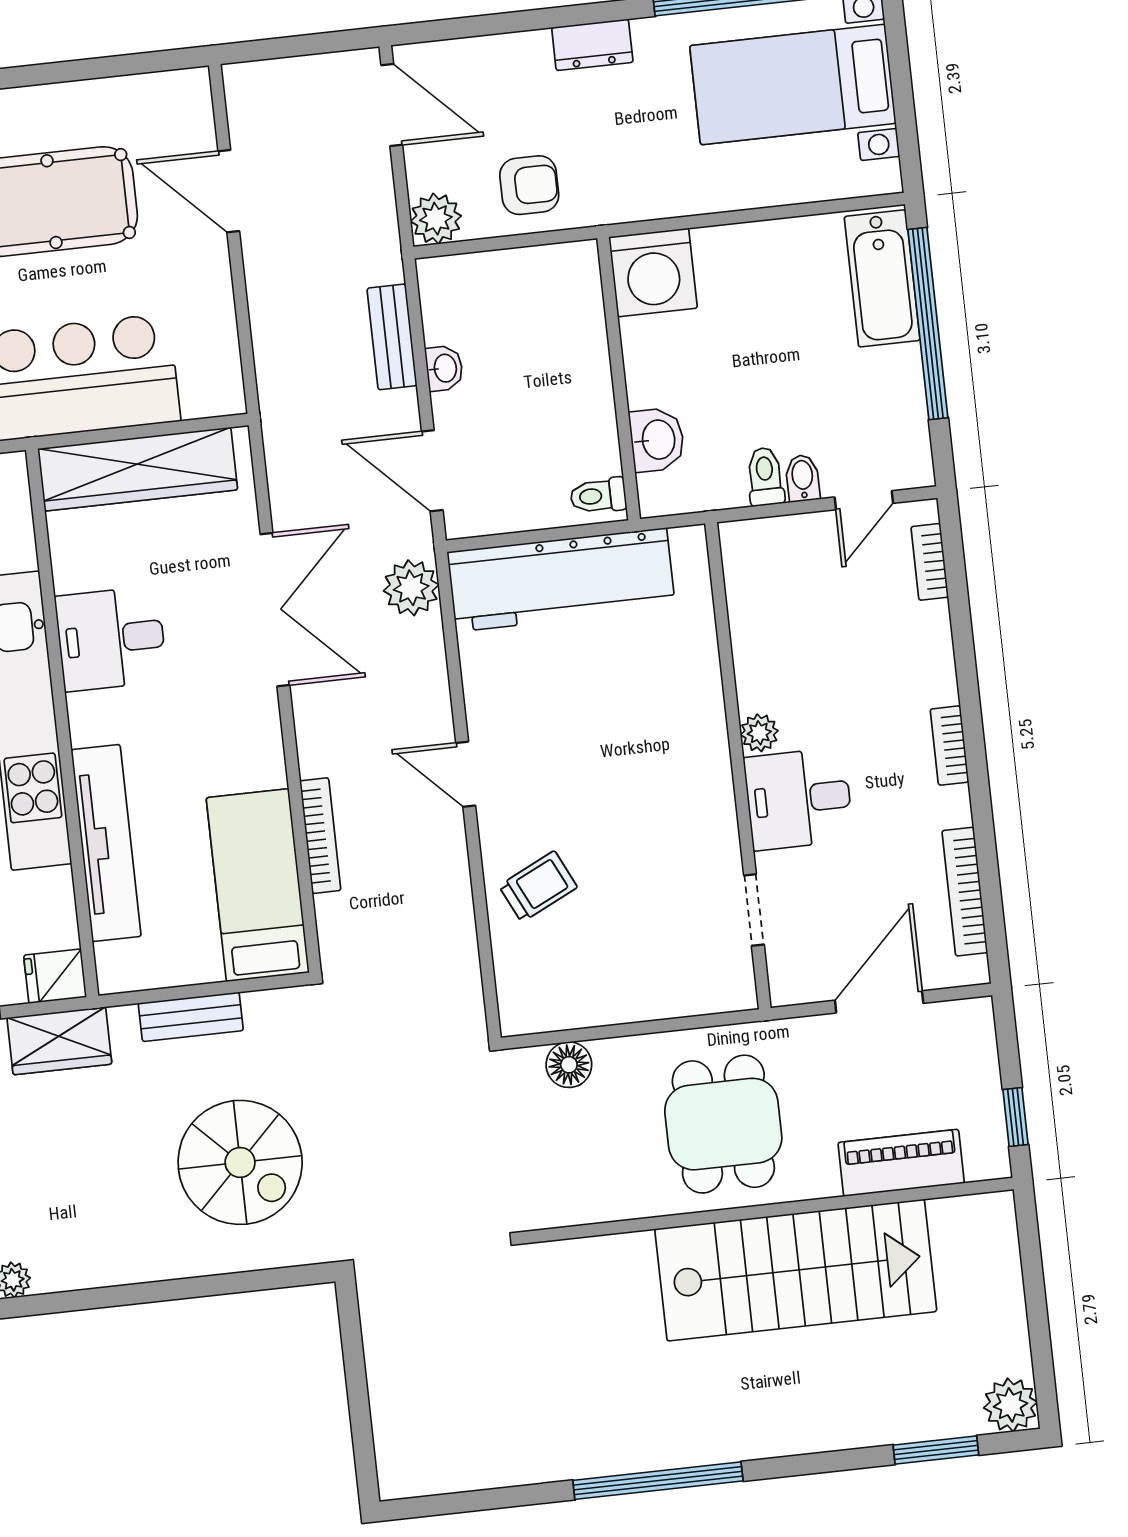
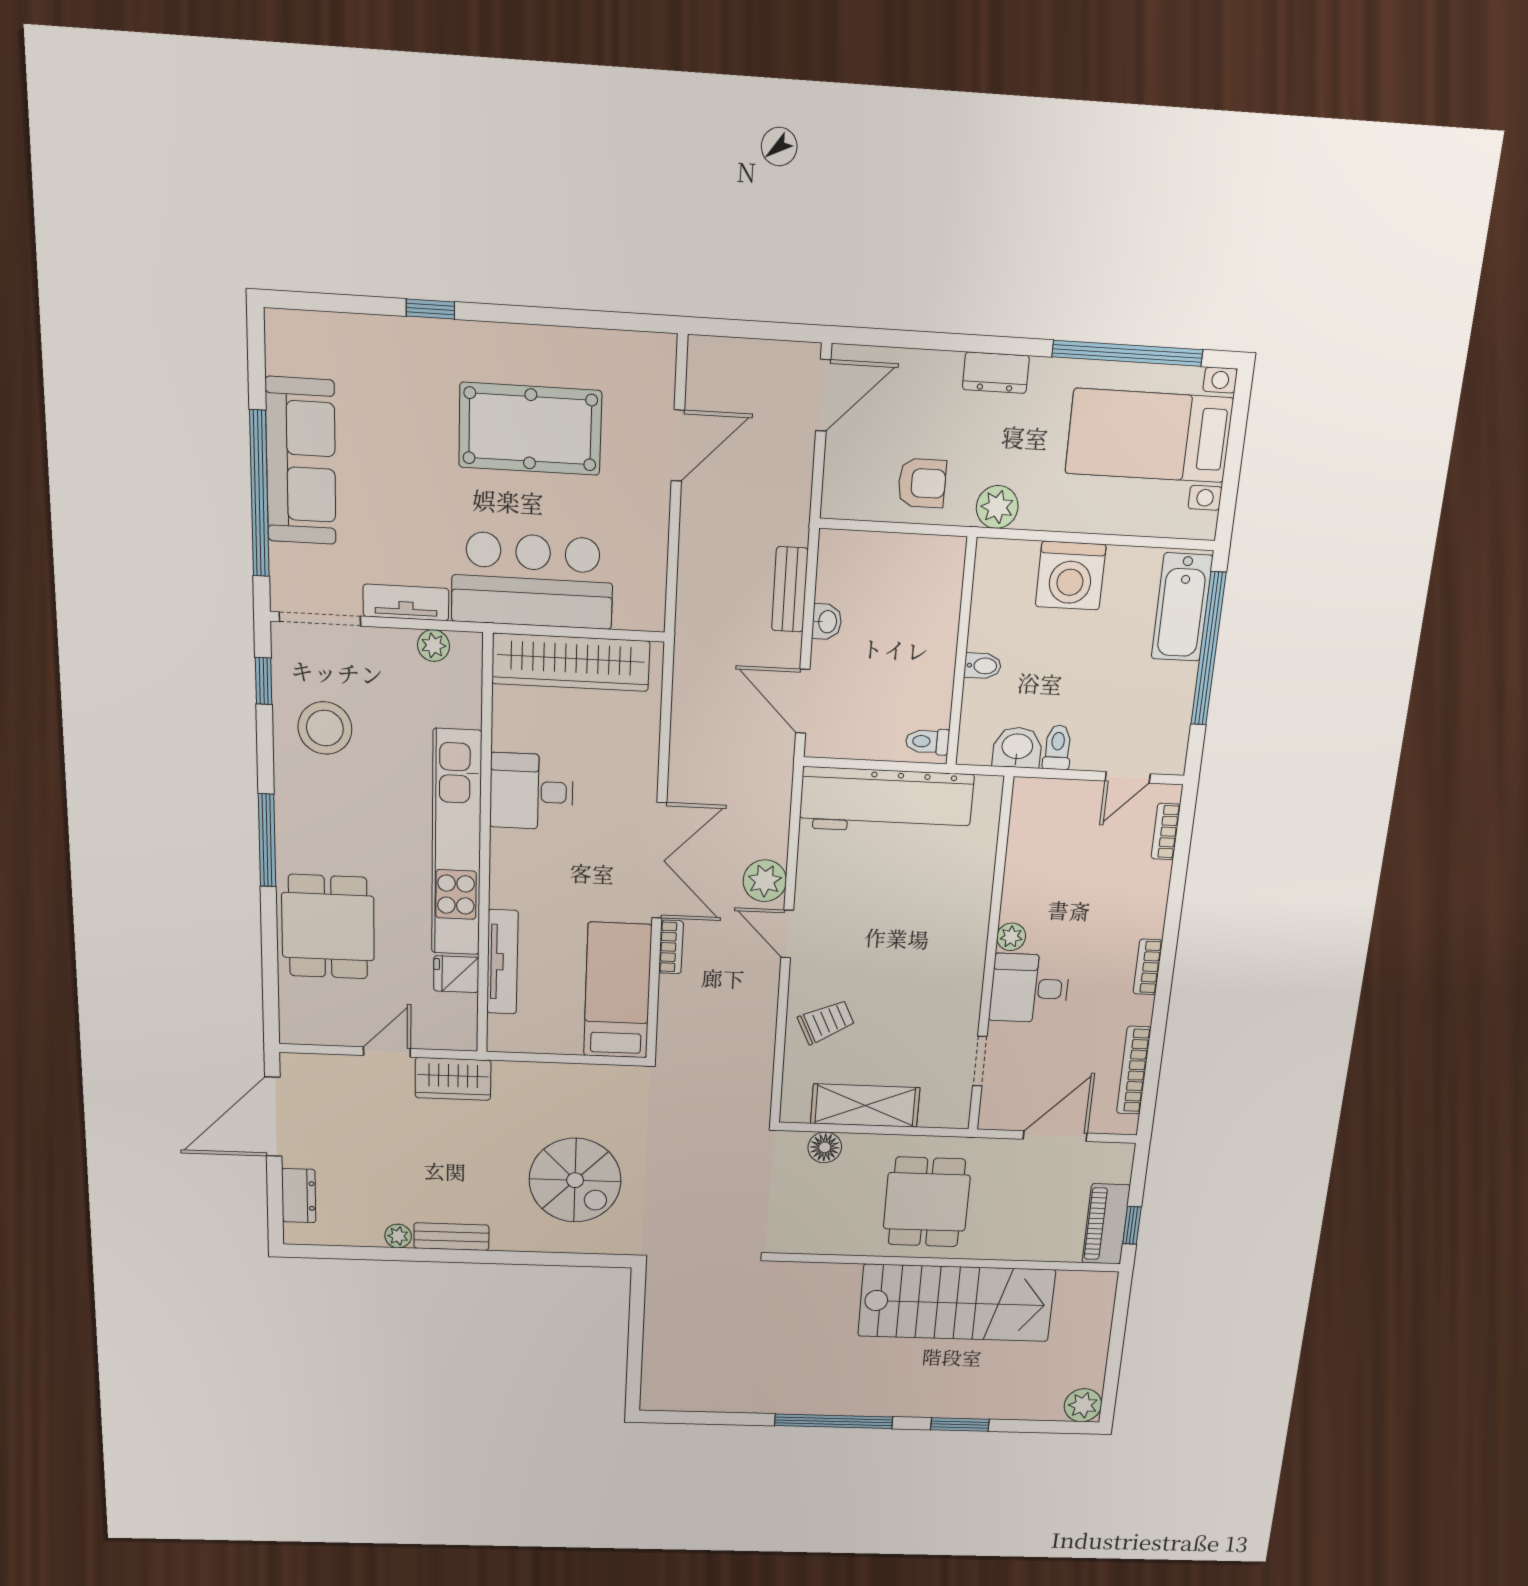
door: (392, 105) -> (823, 395), hinge flipped
door: (229, 191) -> (678, 445), swing flipped
plant: (436, 219) -> (997, 507), moved
washing machine: (653, 272) -> (1071, 576), moved
washbasin: (657, 440) -> (1017, 747), moved, turned -90
bidet: (803, 478) -> (983, 666), moved, turned 90
plant: (411, 588) -> (765, 881), moved
double door: (275, 610) -> (659, 861), moved
bookcase: (320, 836) -> (671, 947), width x0.64
tv unit: (106, 843) -> (502, 962), width x0.73, depth x0.78
fridge: (55, 976) -> (456, 974), moved
shelving: (612, 996) -> (865, 1106), added
bench: (191, 1017) -> (451, 1237), moved
piano: (901, 1163) -> (1106, 1224), moved, turned -90
window: (936, 1450) -> (960, 1424), moved

